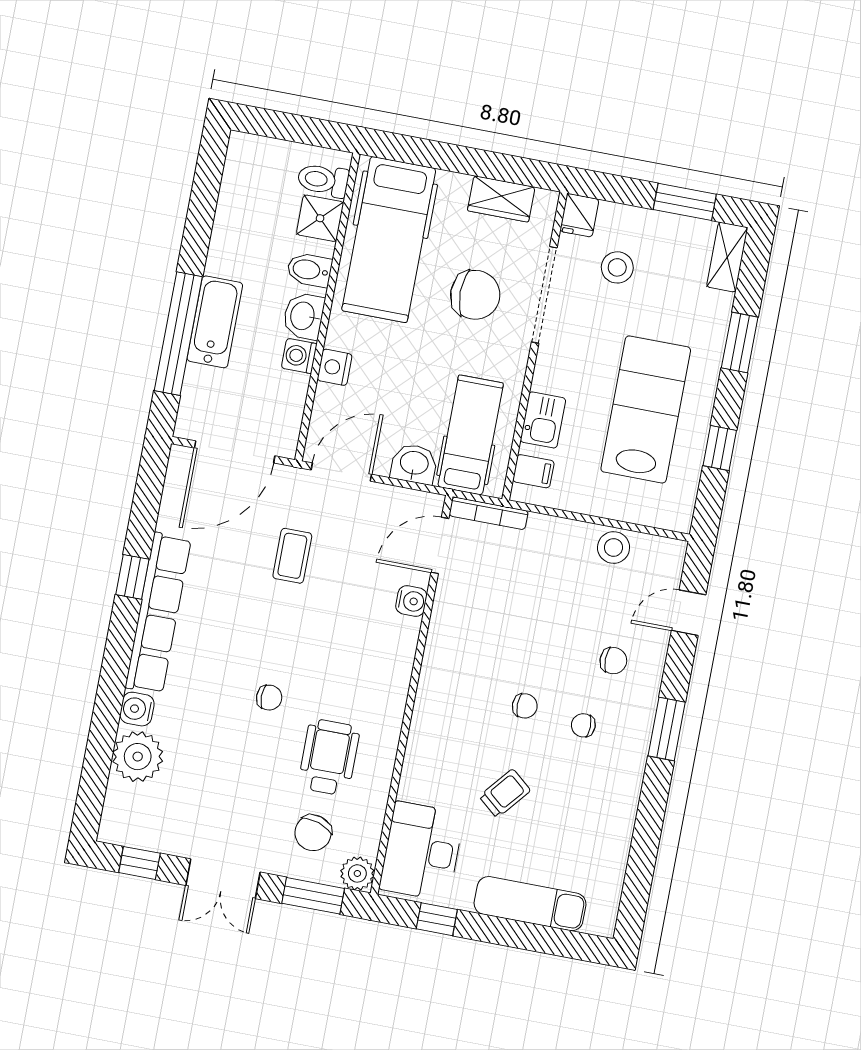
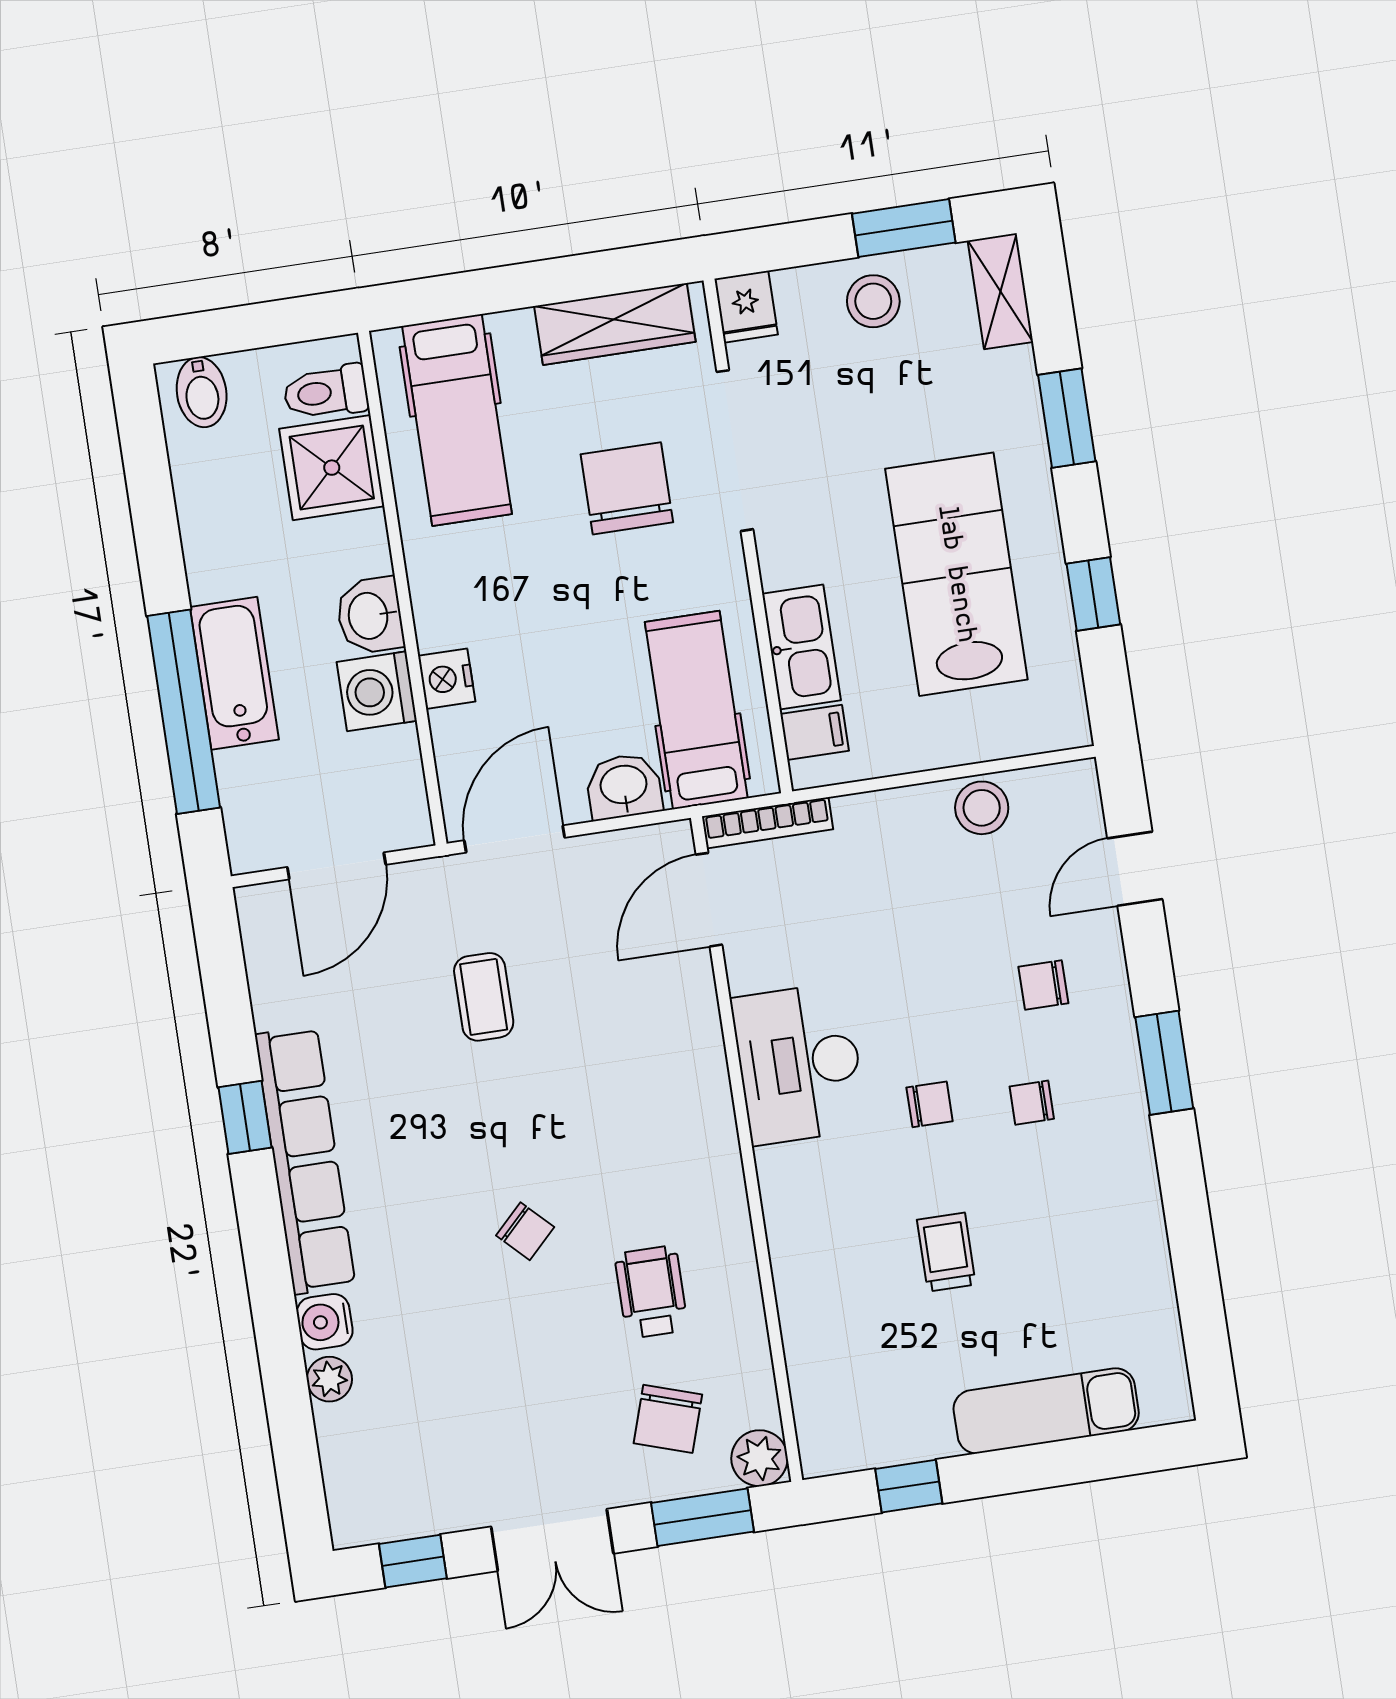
wardrobe: (501, 199) -> (615, 324), width x1.50
shower: (320, 218) -> (332, 468), width x1.36, depth x1.36
hospital bed: (389, 239) -> (457, 420), width x0.73, depth x0.78
stool: (617, 267) -> (873, 301), moved
bidet: (309, 270) -> (202, 392), moved, turned -90
chair: (475, 295) -> (627, 488), turned -90
washing machine: (299, 356) -> (377, 691), width x1.38, depth x1.38
kitchen sink: (543, 420) -> (801, 647), width x1.38
door: (235, 452) -> (337, 866), width x0.73
water cooler: (411, 601) -> (695, 1002), removed
chair: (613, 661) -> (1043, 985), turned 180
chair: (269, 698) -> (525, 1231), turned 45
plant: (138, 757) -> (329, 1379), width x0.53, depth x0.53
wheelchair: (329, 757) -> (651, 1292), width x0.73, depth x0.73
trolley: (505, 793) -> (946, 1252), turned -40
desk: (422, 851) -> (799, 1064), moved

